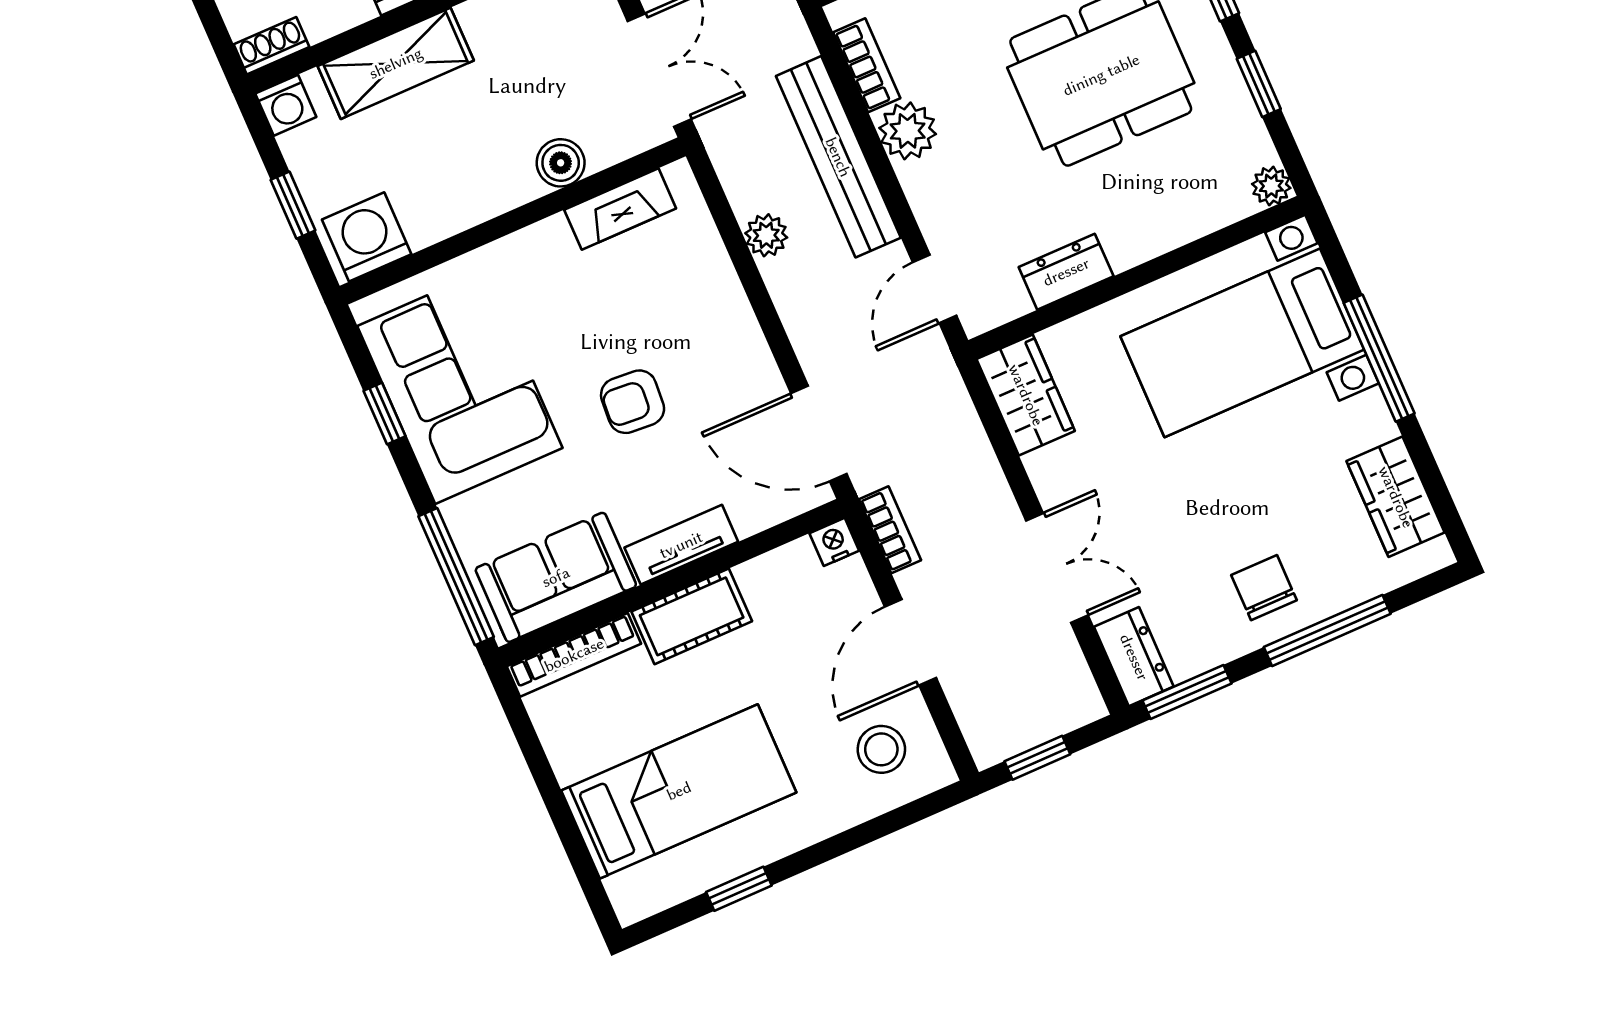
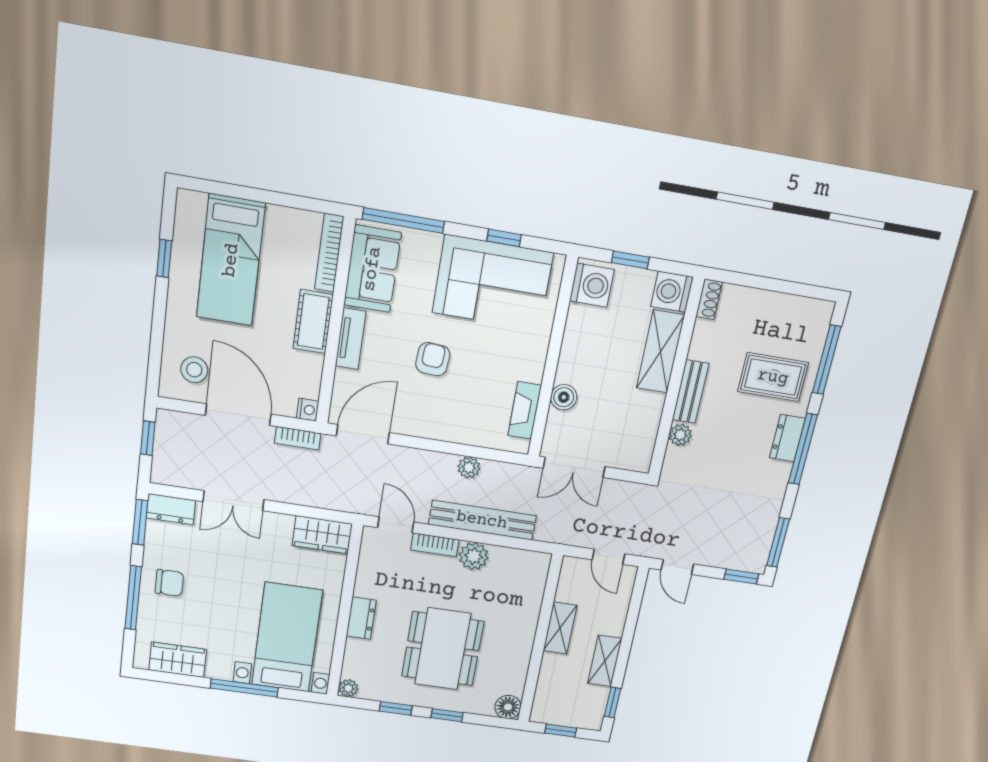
bookcase: (867, 65) -> (435, 545), moved
washing machine: (286, 105) -> (672, 292), width x1.38, depth x1.38
dresser: (1066, 272) -> (361, 618), moved
door: (910, 642) -> (238, 415), width x1.36

